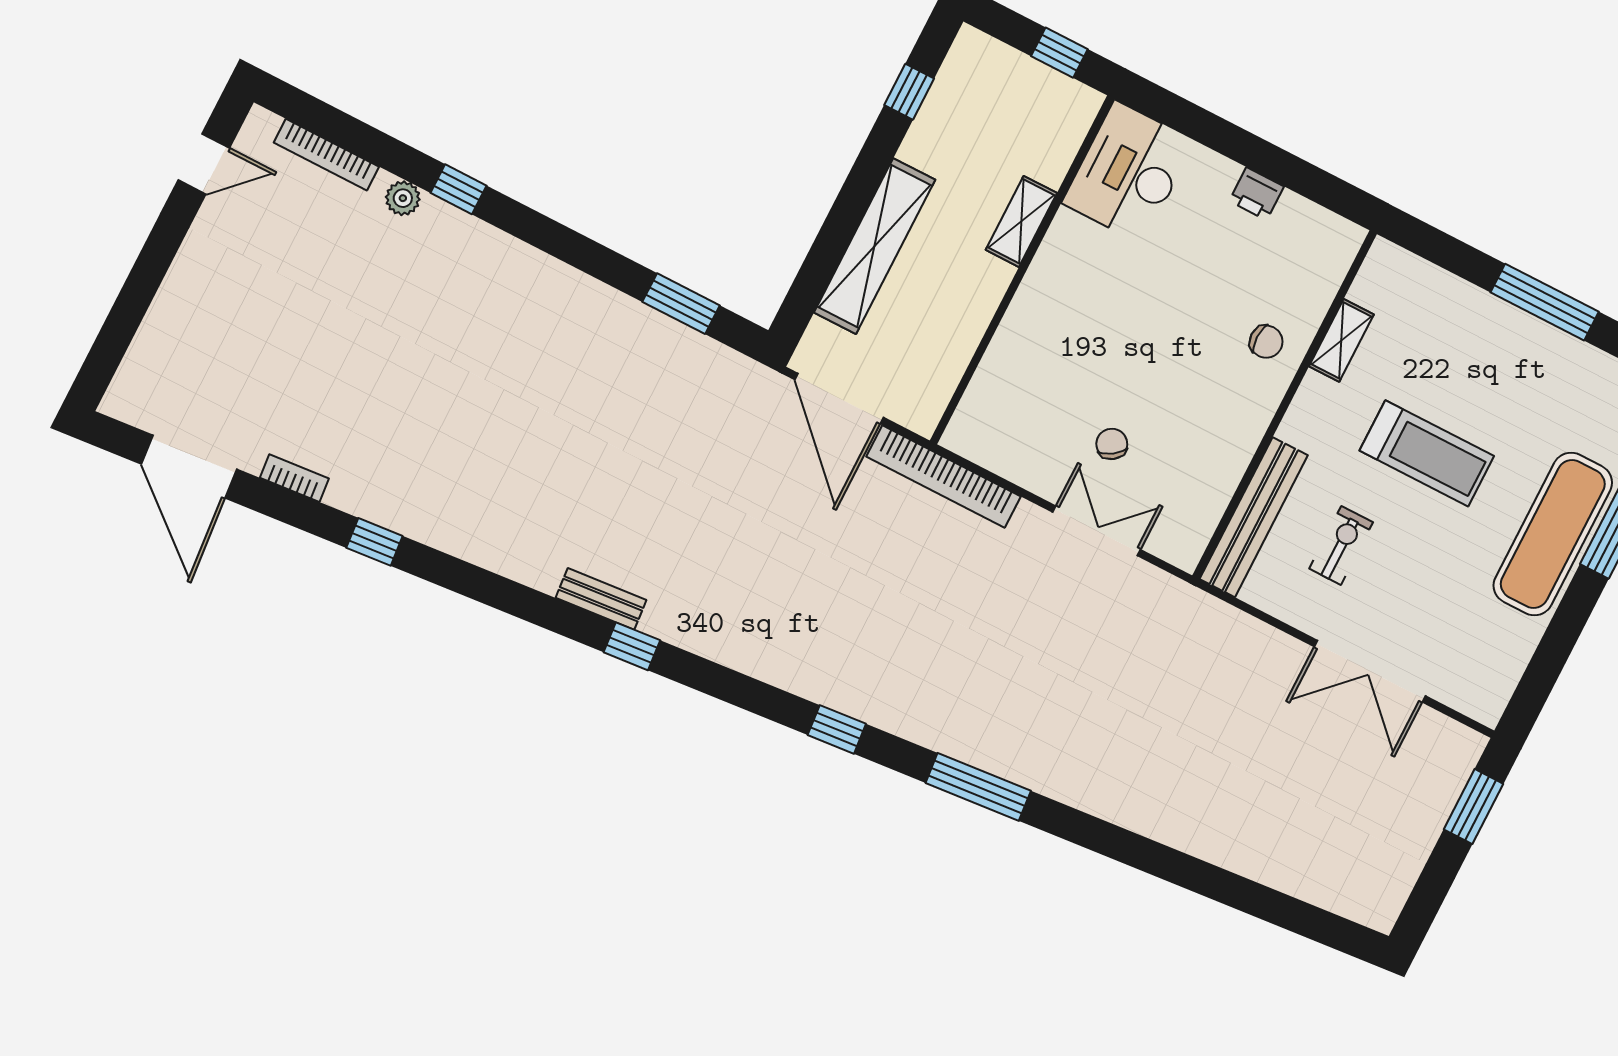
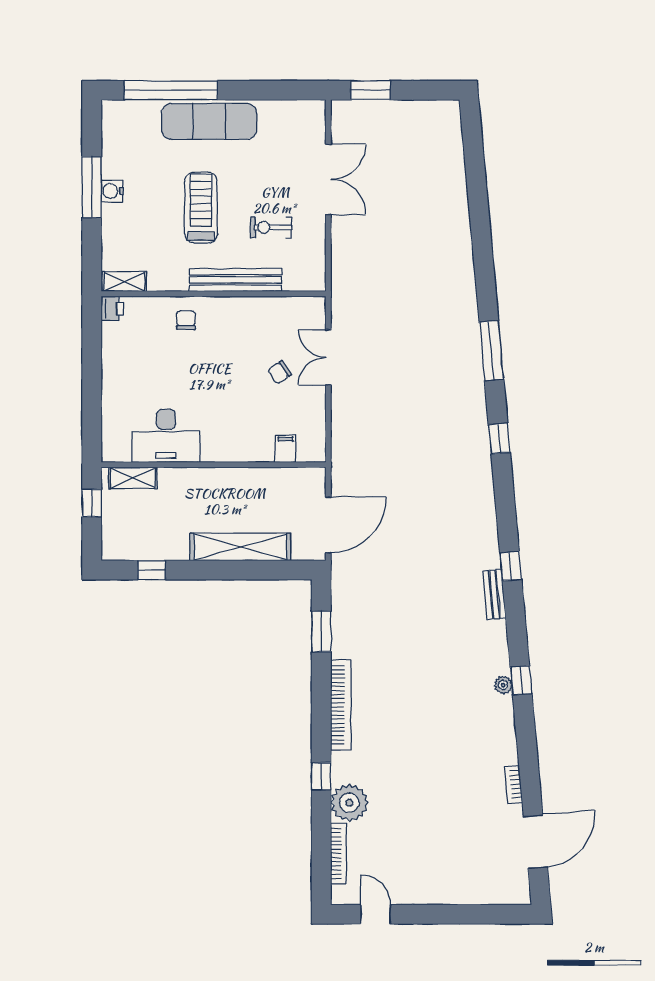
desk: (1129, 172) -> (166, 436), moved
printer: (1256, 194) -> (112, 308), moved
plant: (403, 198) -> (349, 803), width x1.88, depth x1.88
shelving: (1021, 221) -> (133, 478), moved
water cooler: (1523, 330) -> (112, 191), added
shelving: (1341, 340) -> (124, 282), moved
filing cabinet: (990, 393) -> (286, 449), added
bookcase: (943, 477) -> (341, 705), moved
bench: (1254, 517) -> (235, 280), moved
plant: (455, 541) -> (503, 685), added
window: (374, 542) -> (521, 680), moved

